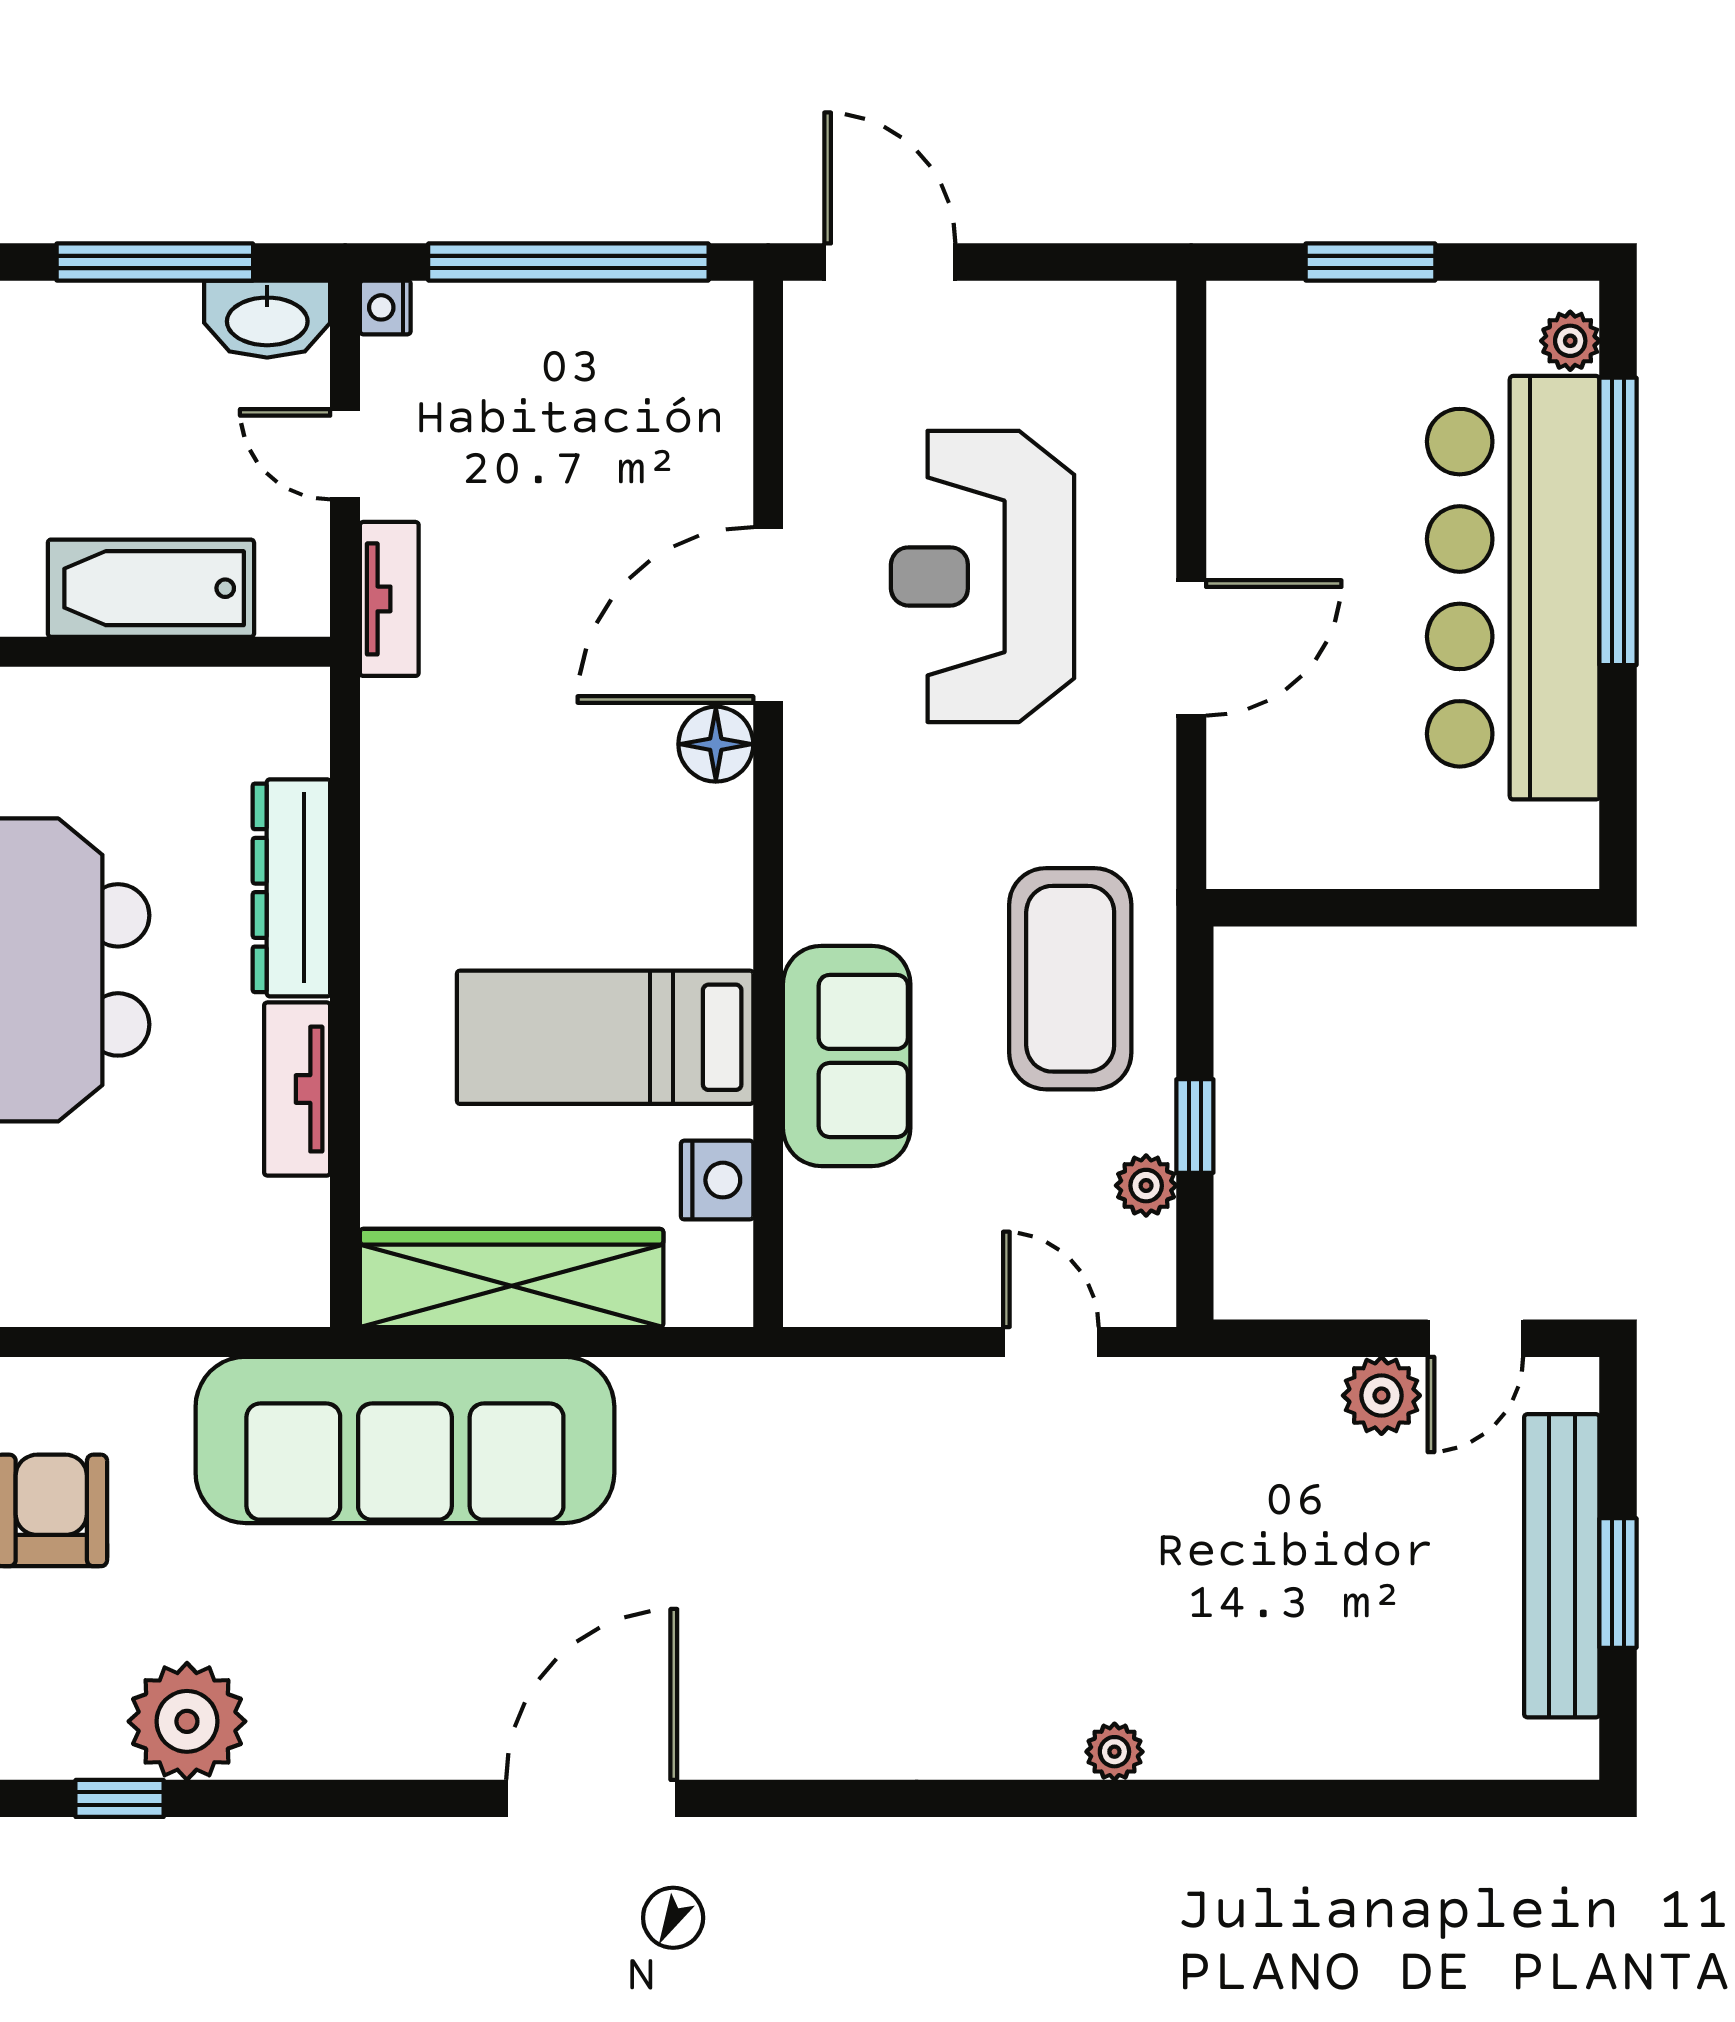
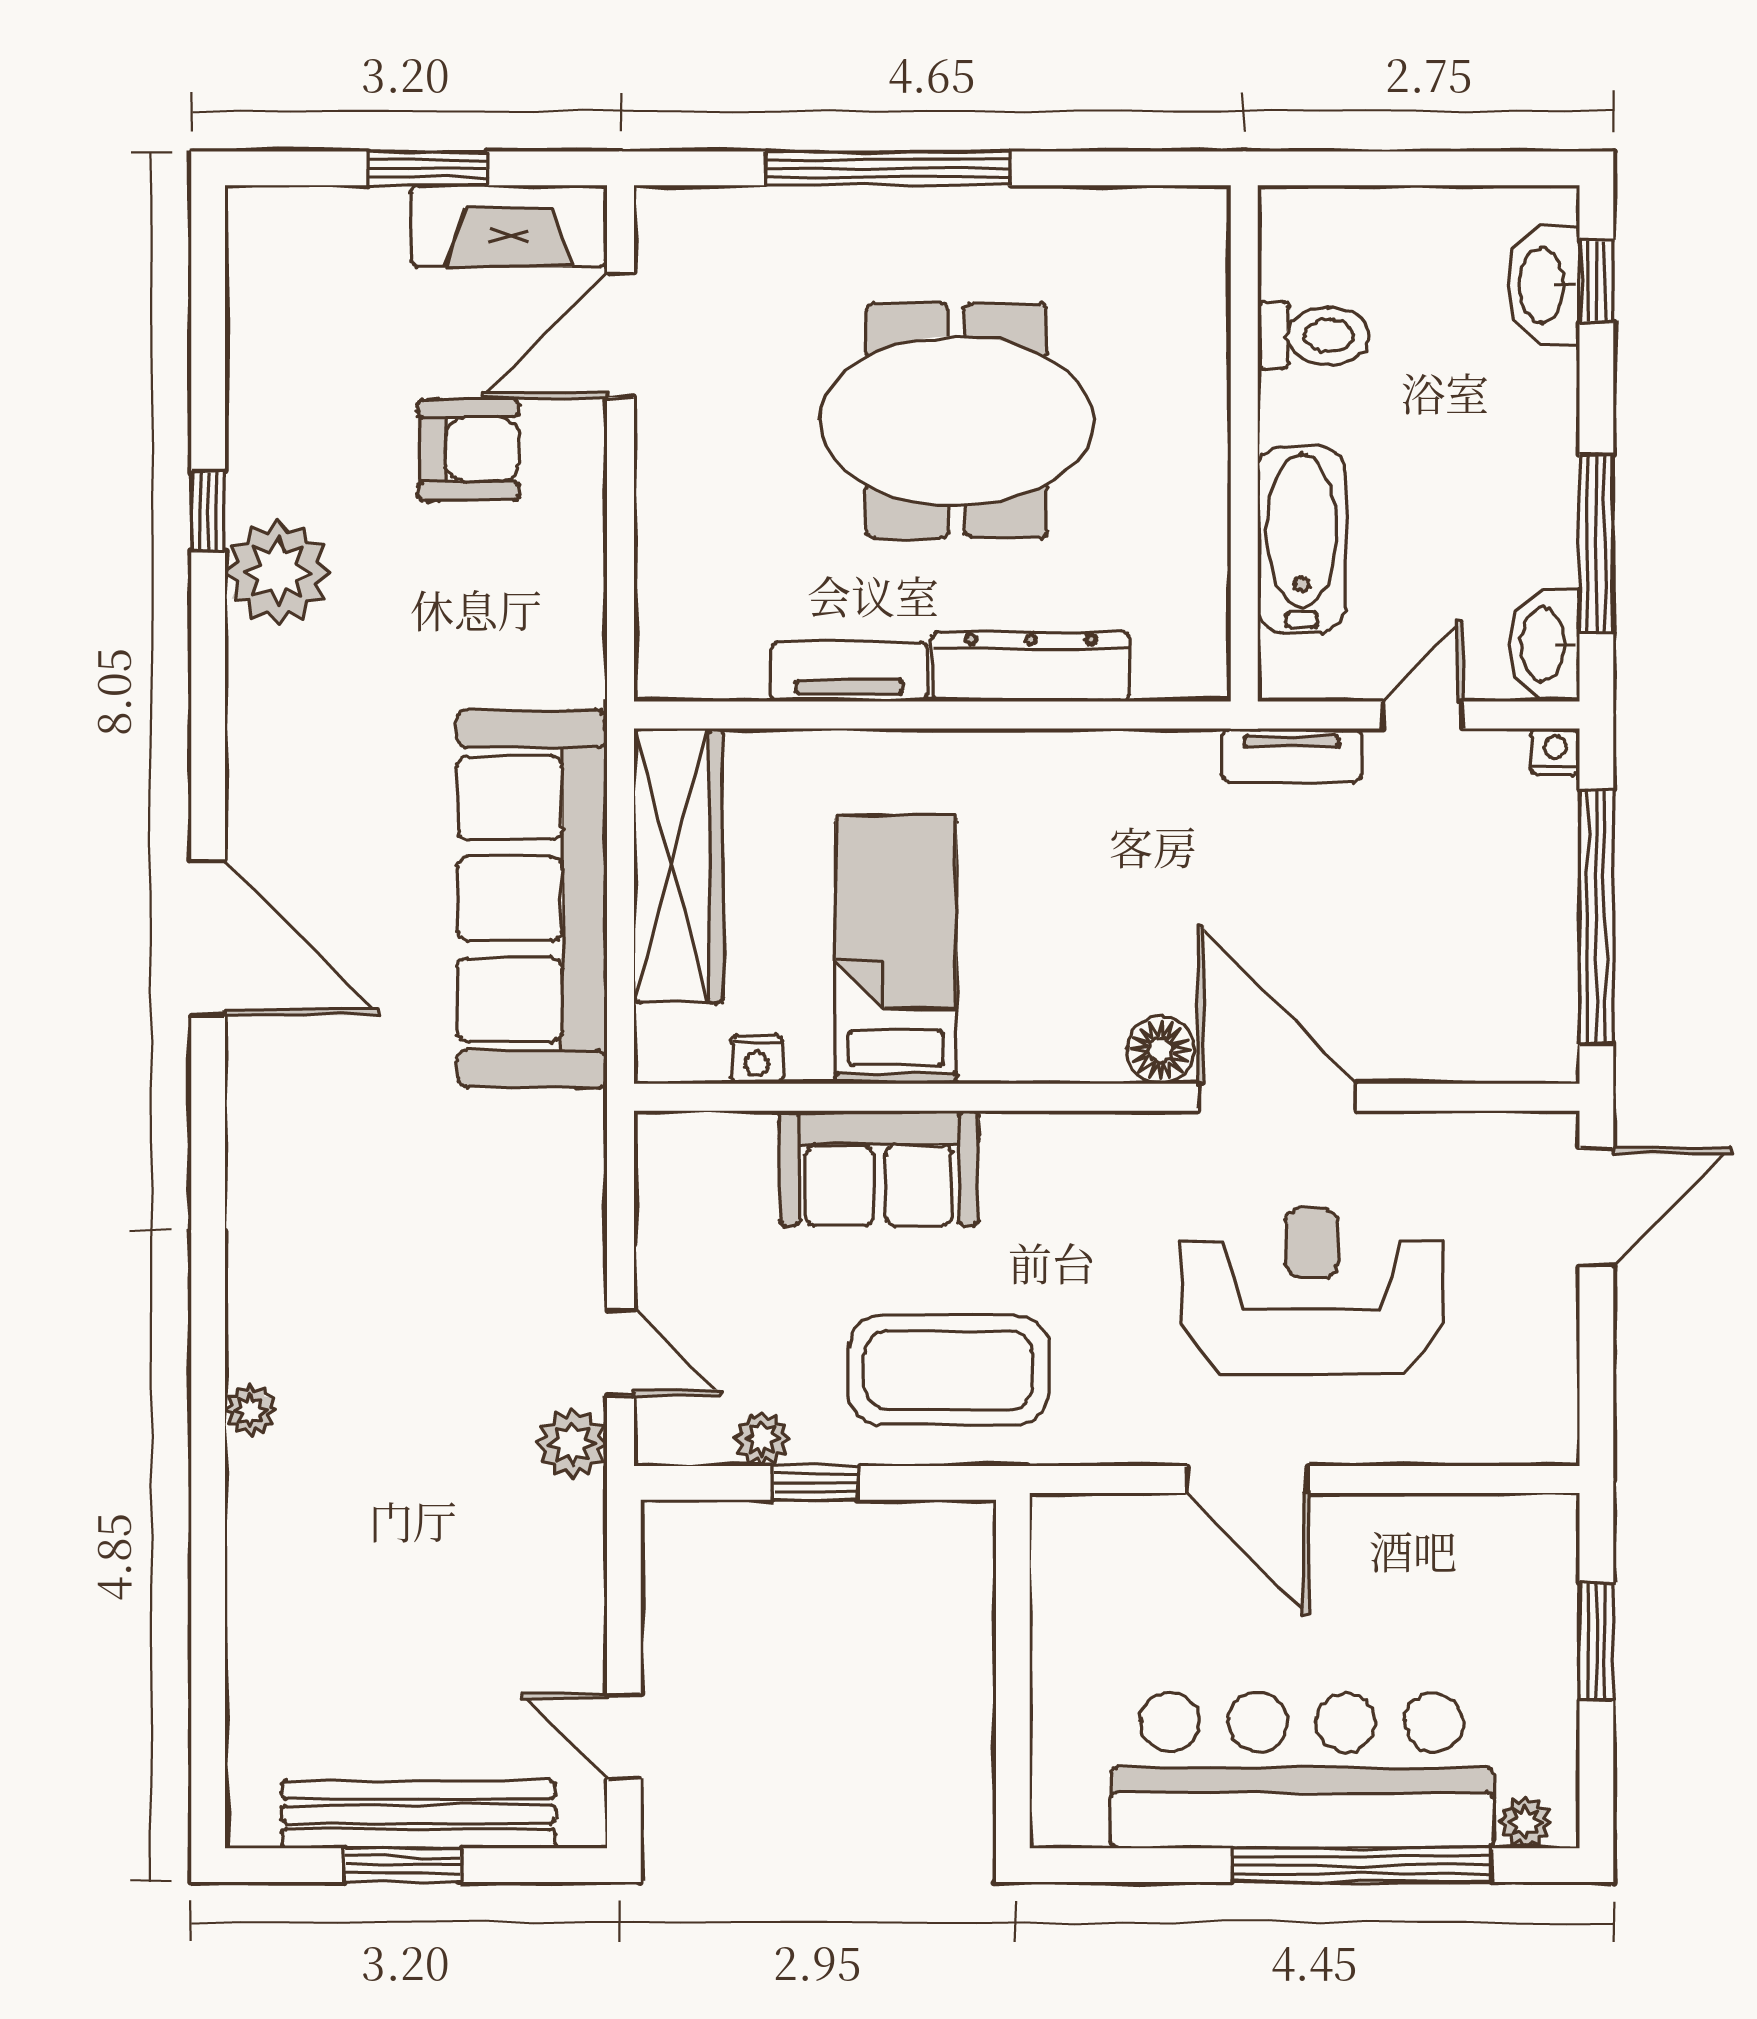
nightstand: (717, 1180) -> (757, 1060), width x0.72, depth x0.74
door: (1051, 1342) -> (621, 1353), hinge flipped
plant: (1381, 1395) -> (572, 1444), moved
sofa: (405, 1440) -> (532, 899), moved

